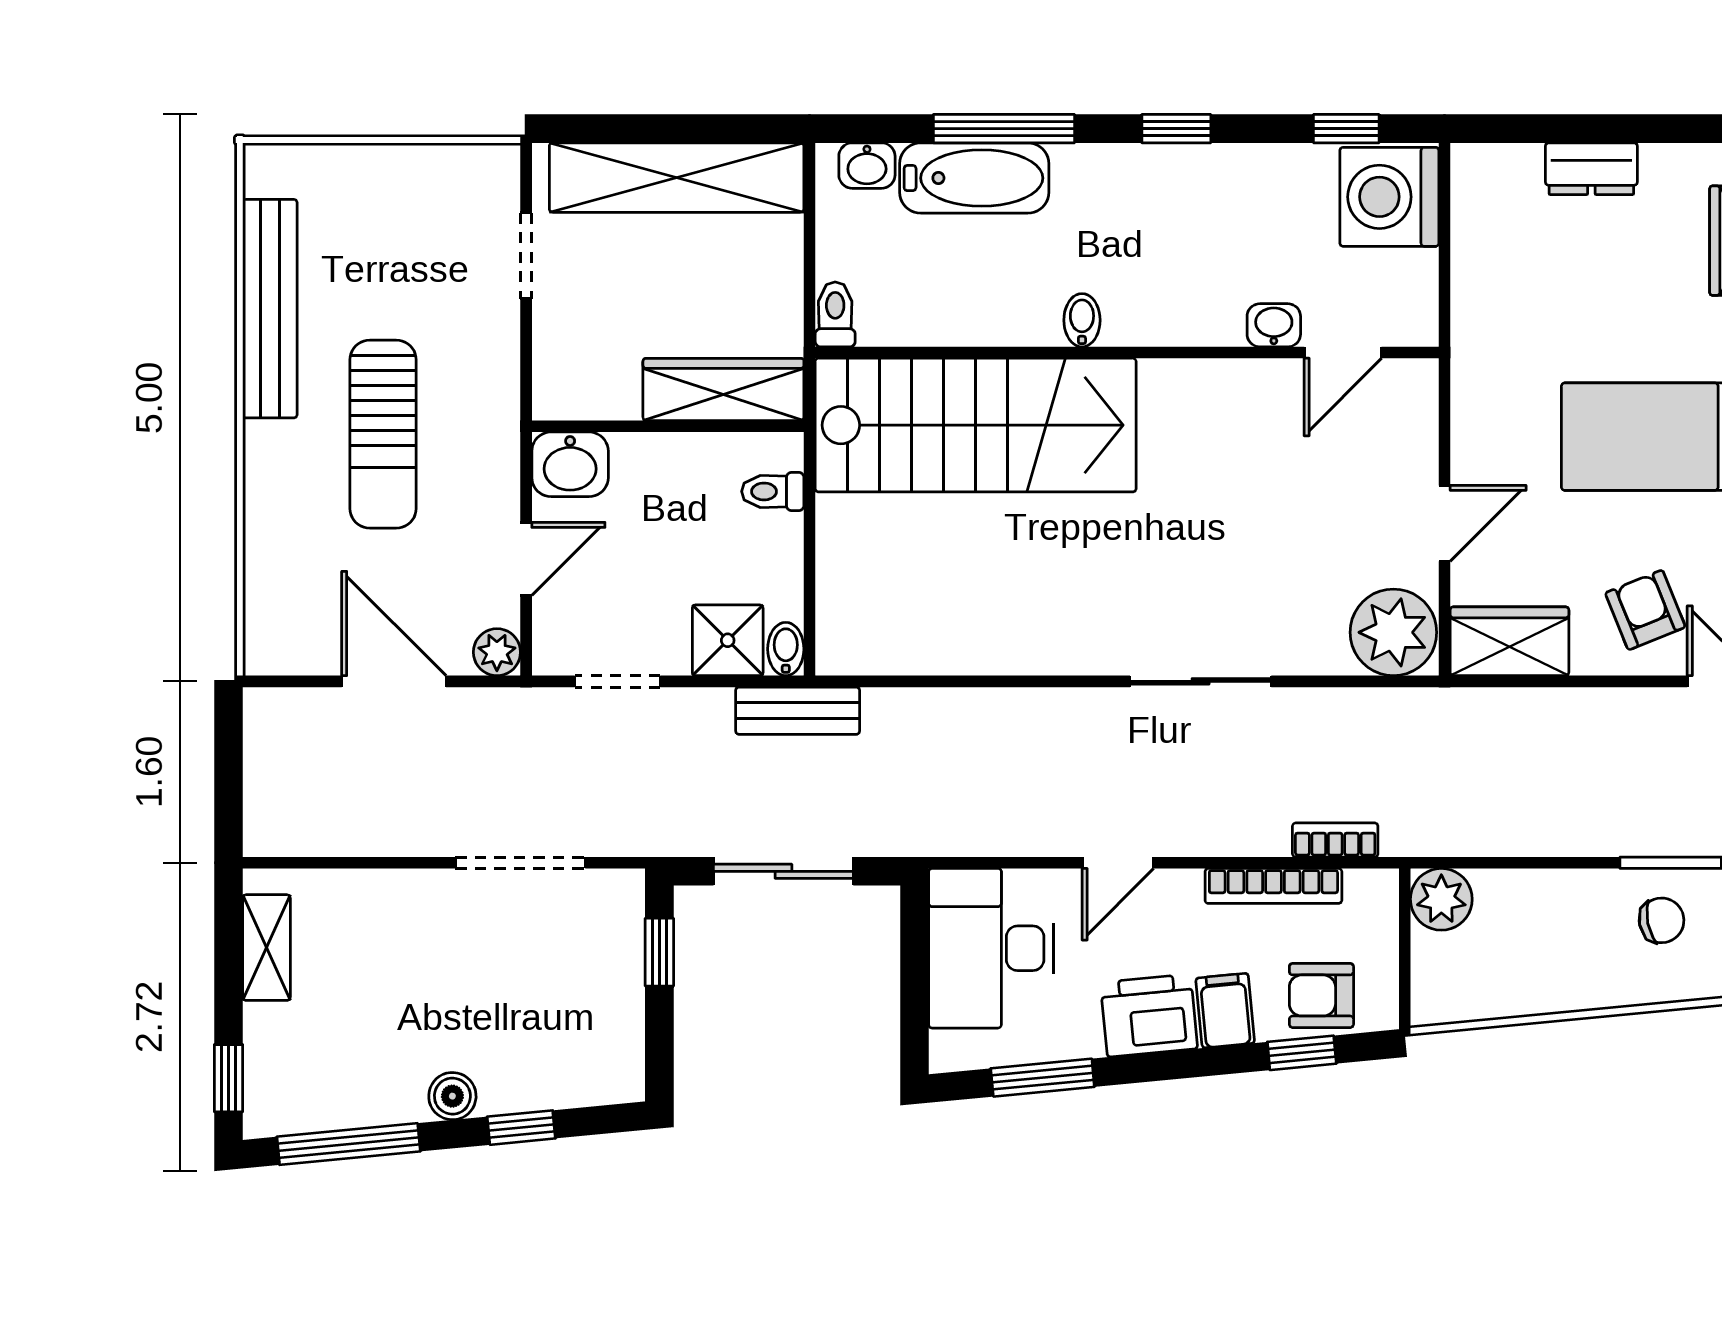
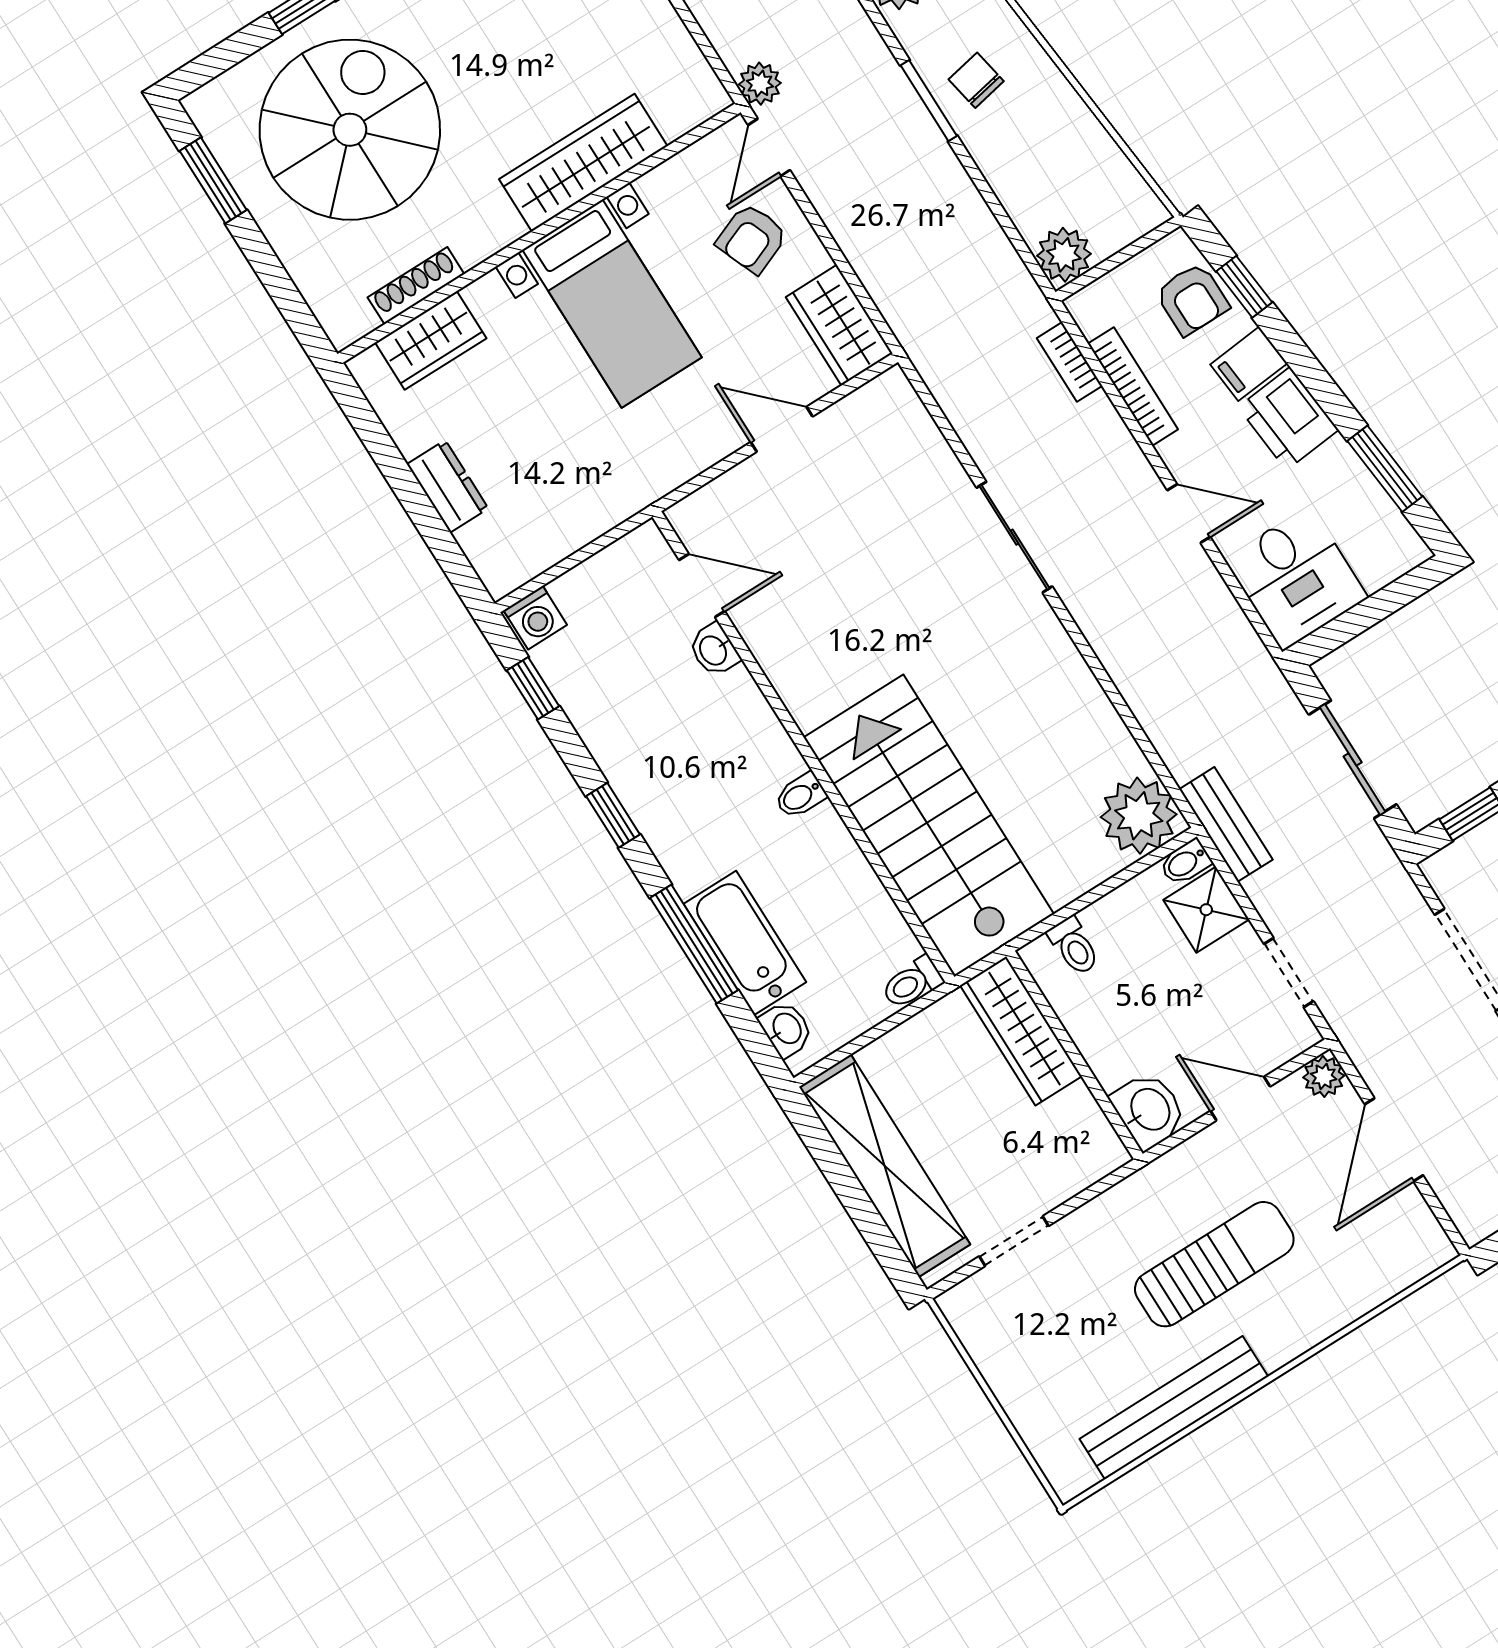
washing machine: (1389, 197) -> (535, 618), width x0.53, depth x0.53
plant: (1393, 632) -> (1139, 816), moved
desk: (991, 948) -> (1296, 578), width x0.73

